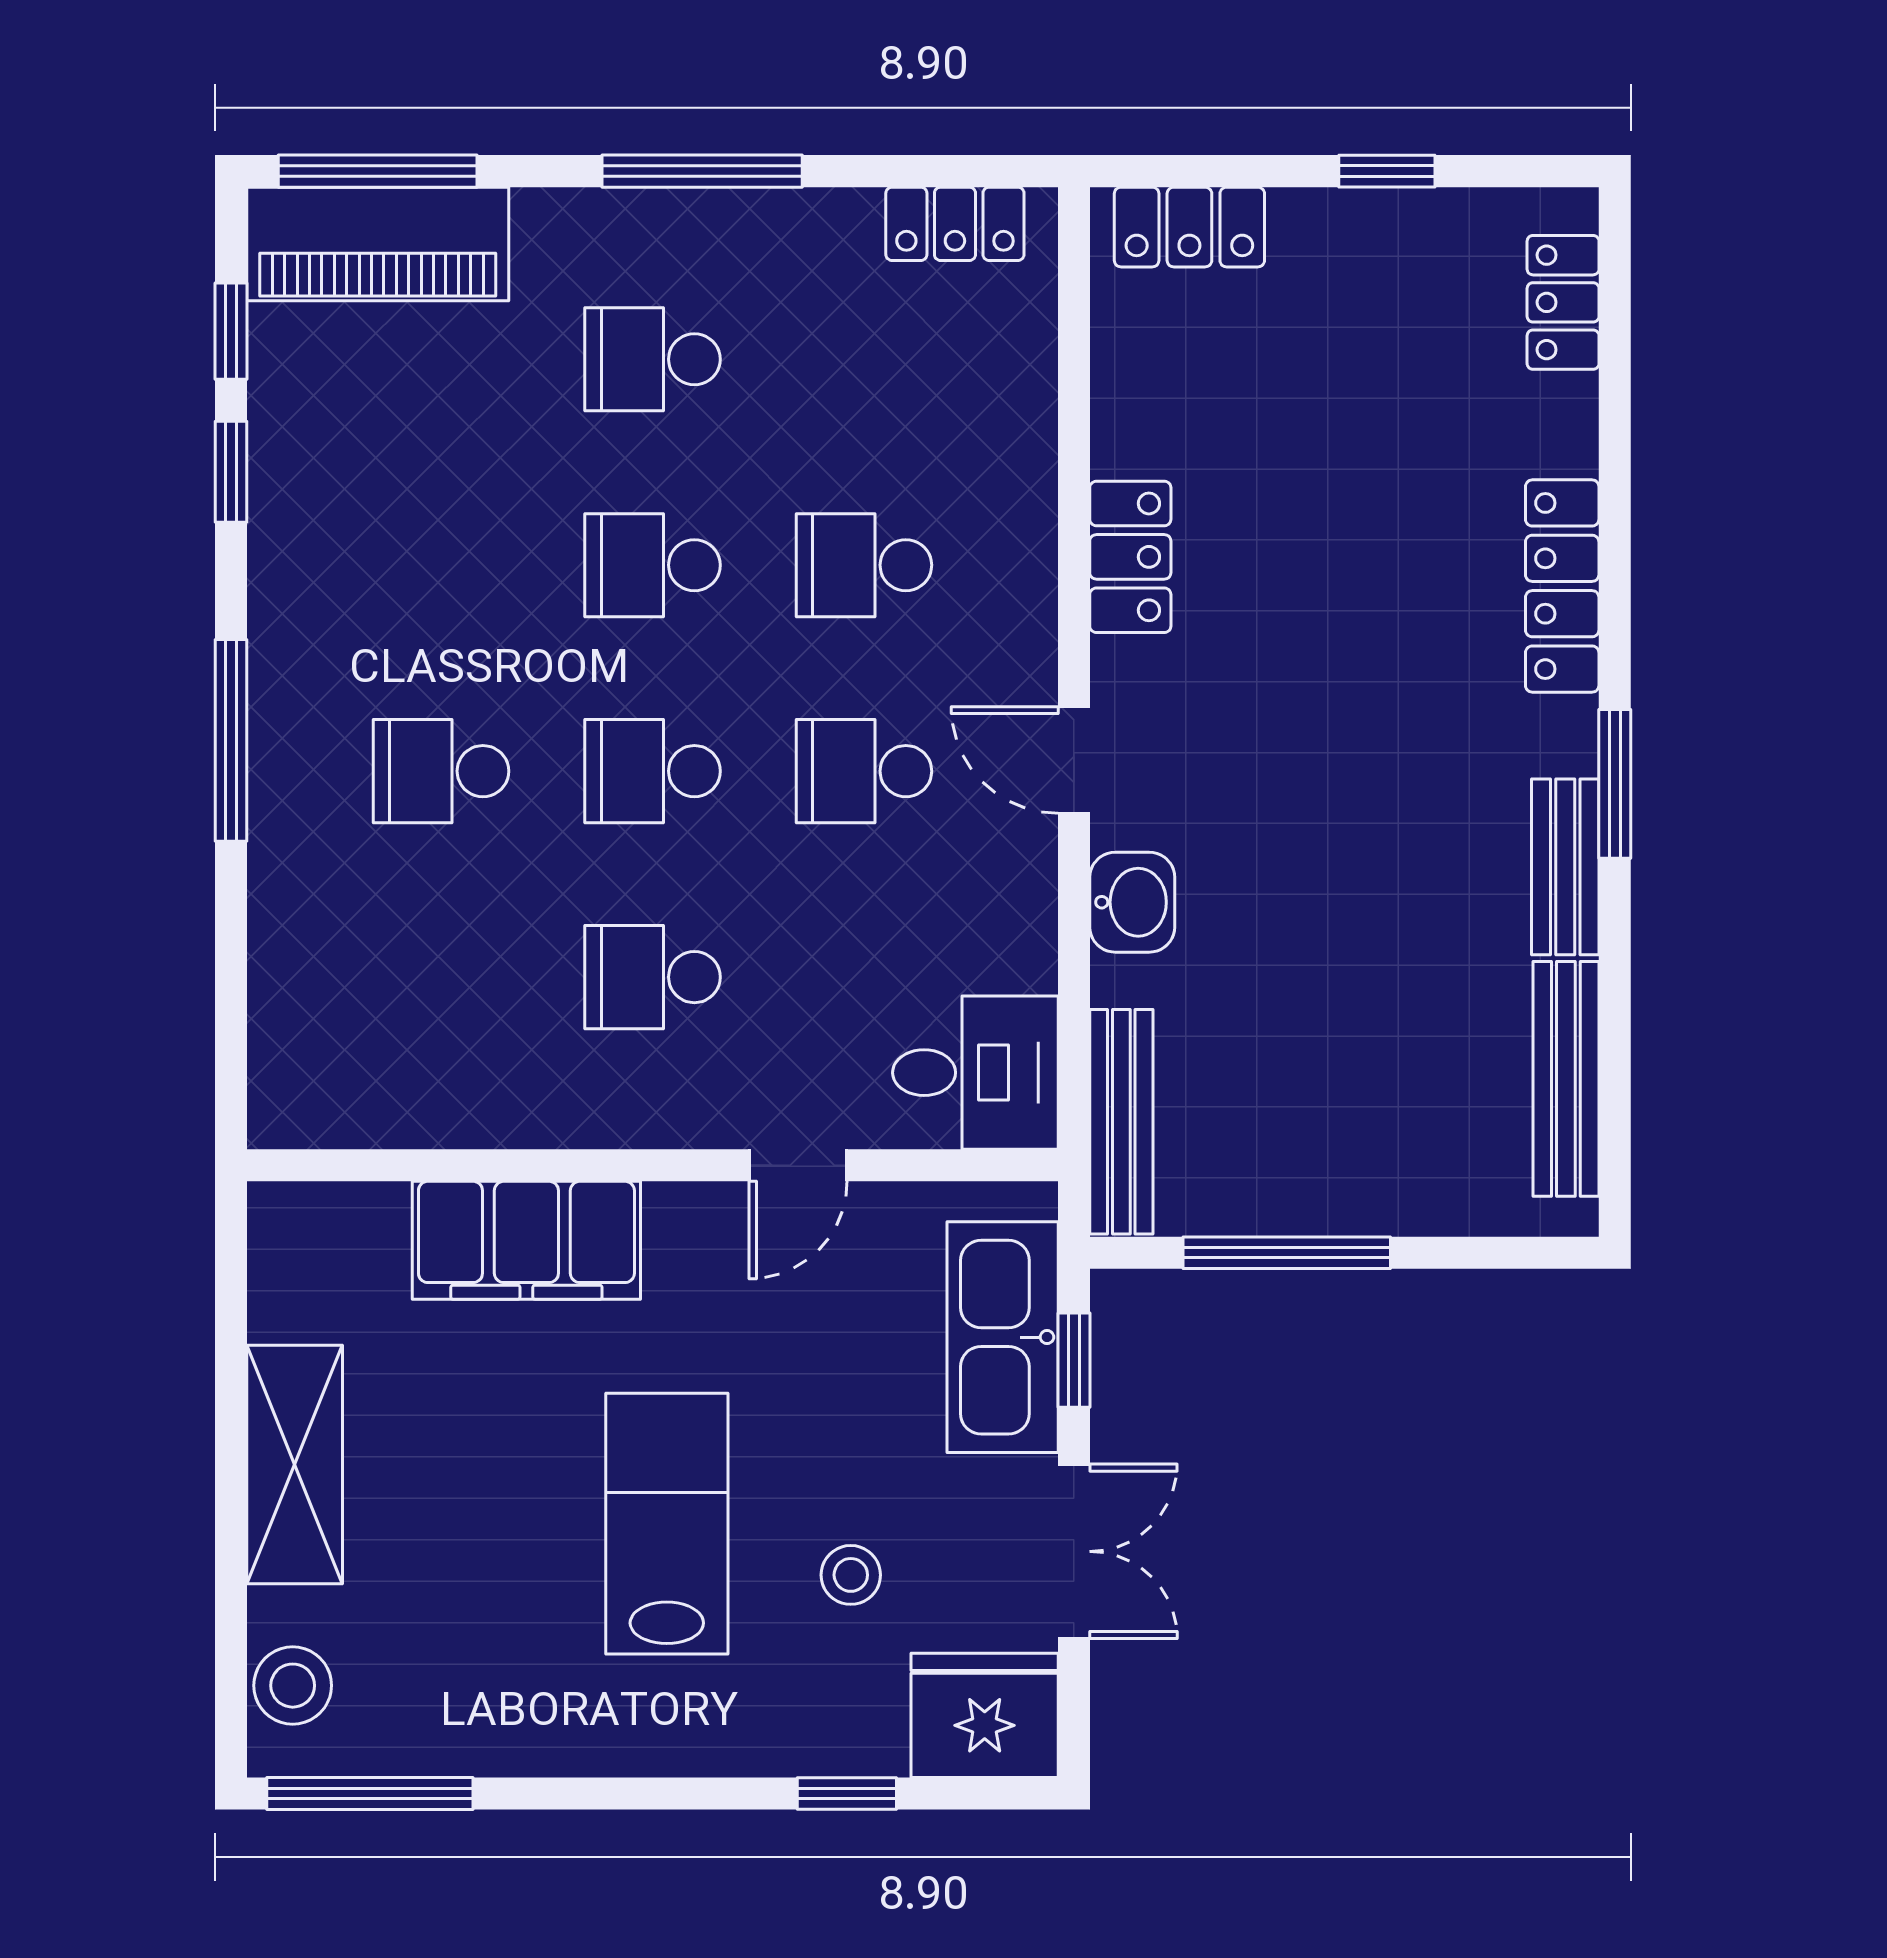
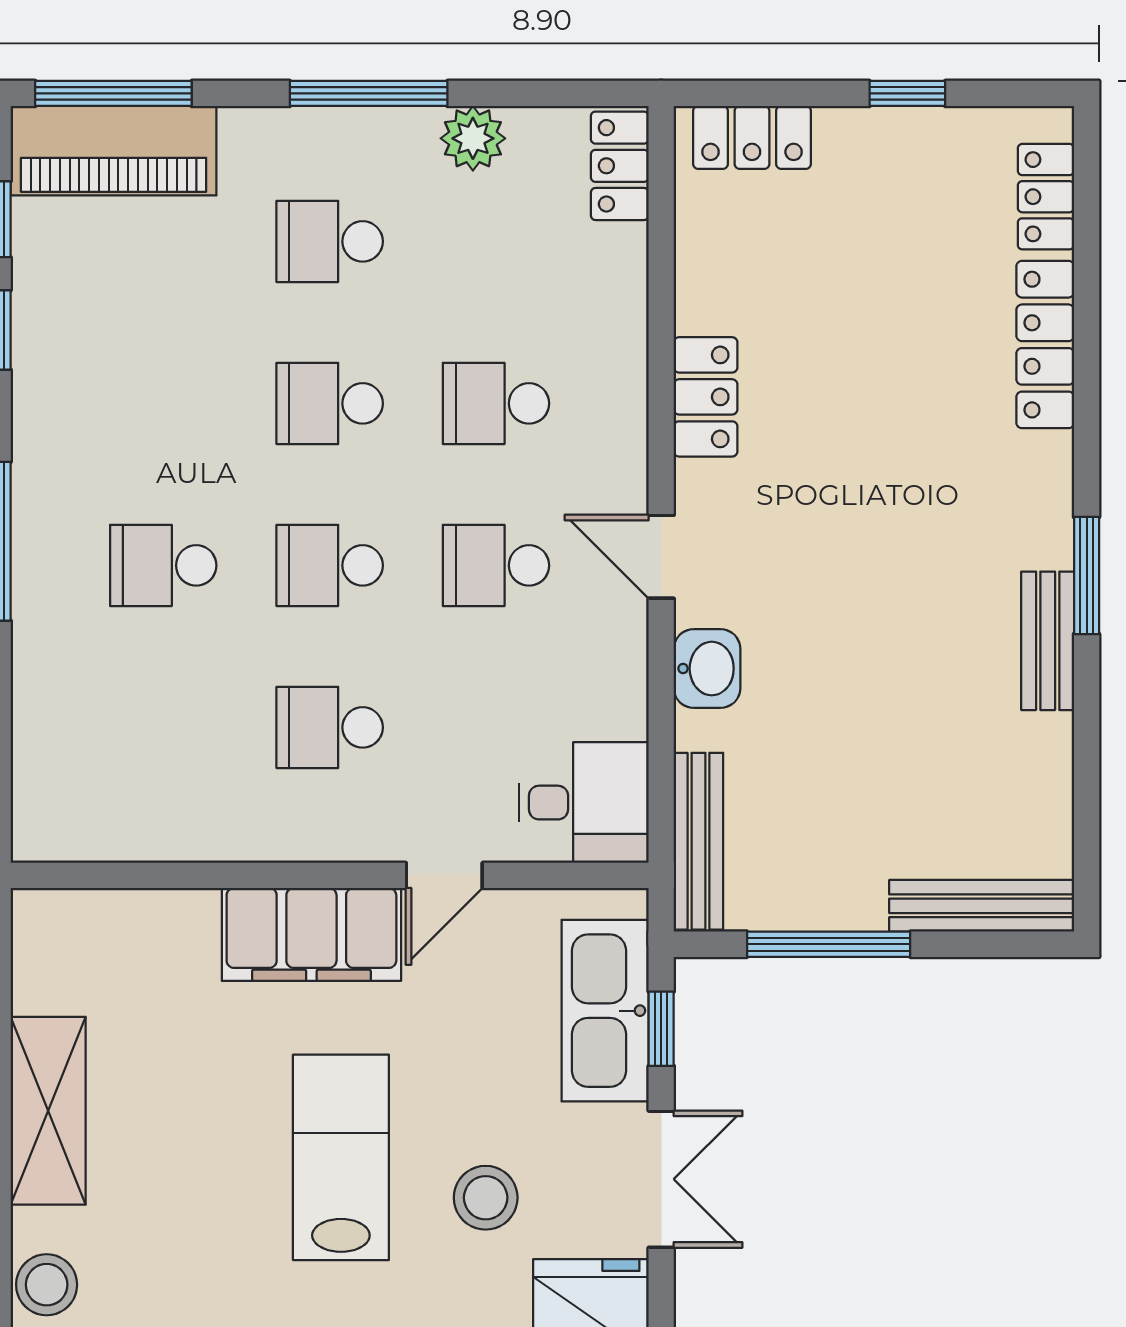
locker: (955, 224) -> (620, 166), moved, turned 90
plant: (835, 228) -> (473, 138), added
locker: (1562, 586) -> (1045, 345), moved
bench: (1566, 1079) -> (982, 906), moved, turned 90
filing cabinet: (526, 1240) -> (311, 934), moved
stool: (851, 1575) -> (486, 1198), width x1.37, depth x1.37

